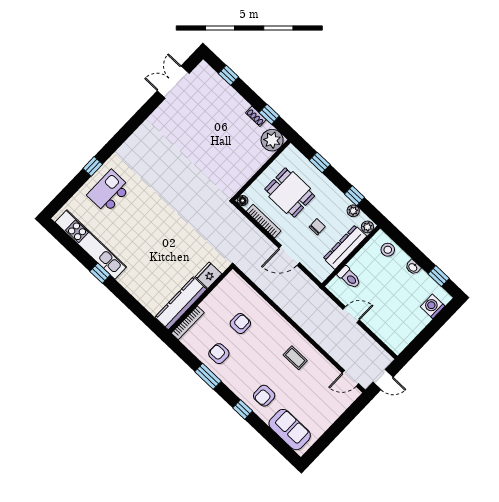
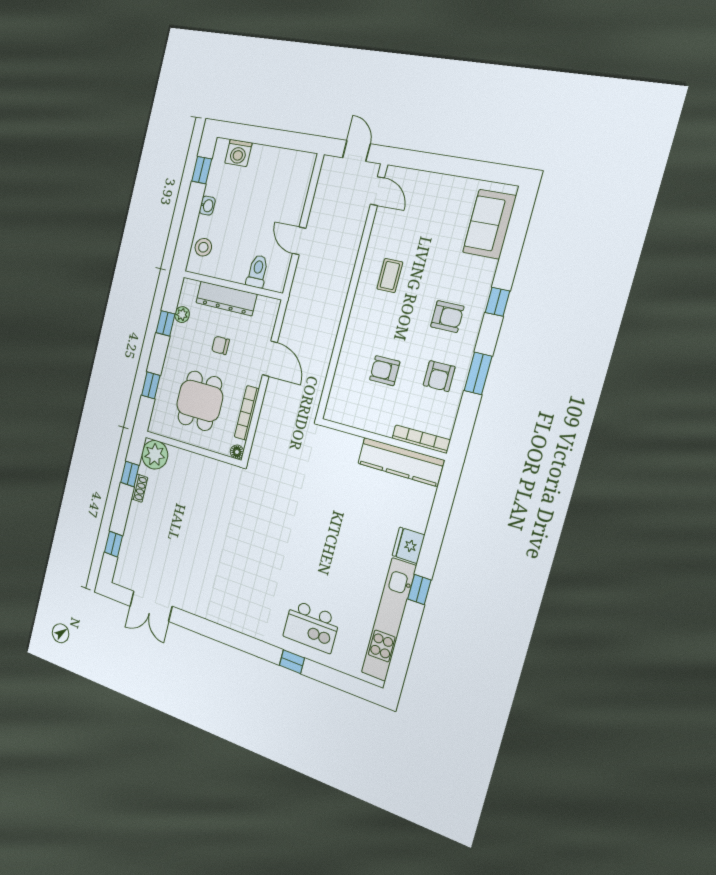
plant: (367, 227) -> (191, 287), removed
fridge: (208, 275) -> (408, 545), moved, turned 90
armchair: (264, 396) -> (447, 317), moved

